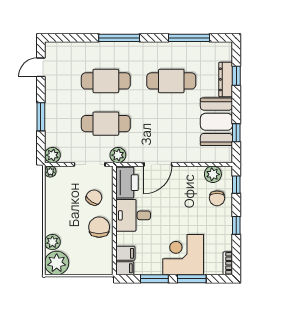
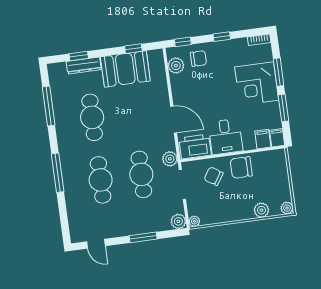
plant: (57, 263) -> (287, 208), width x0.53, depth x0.53

